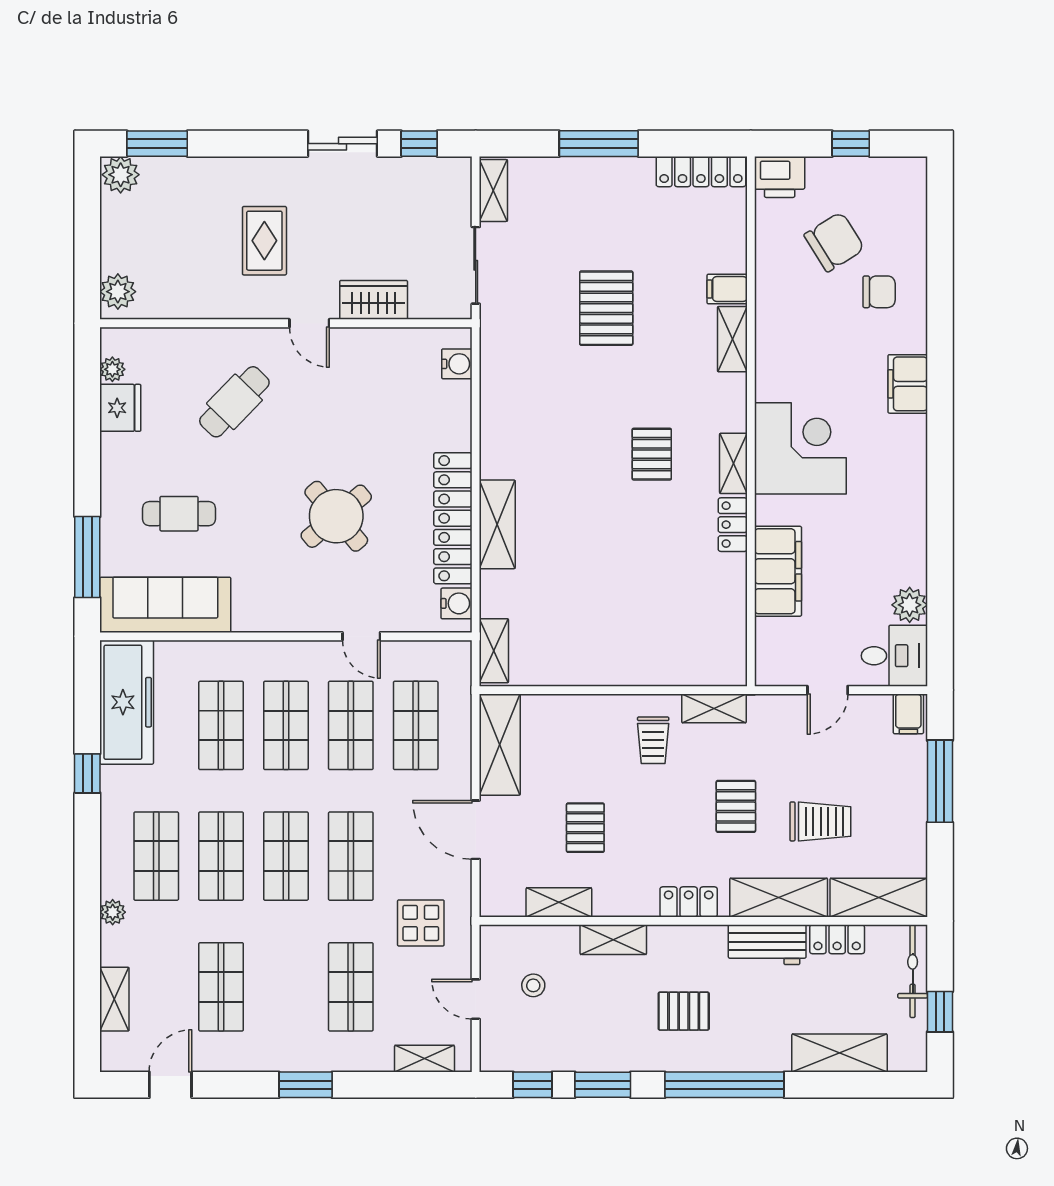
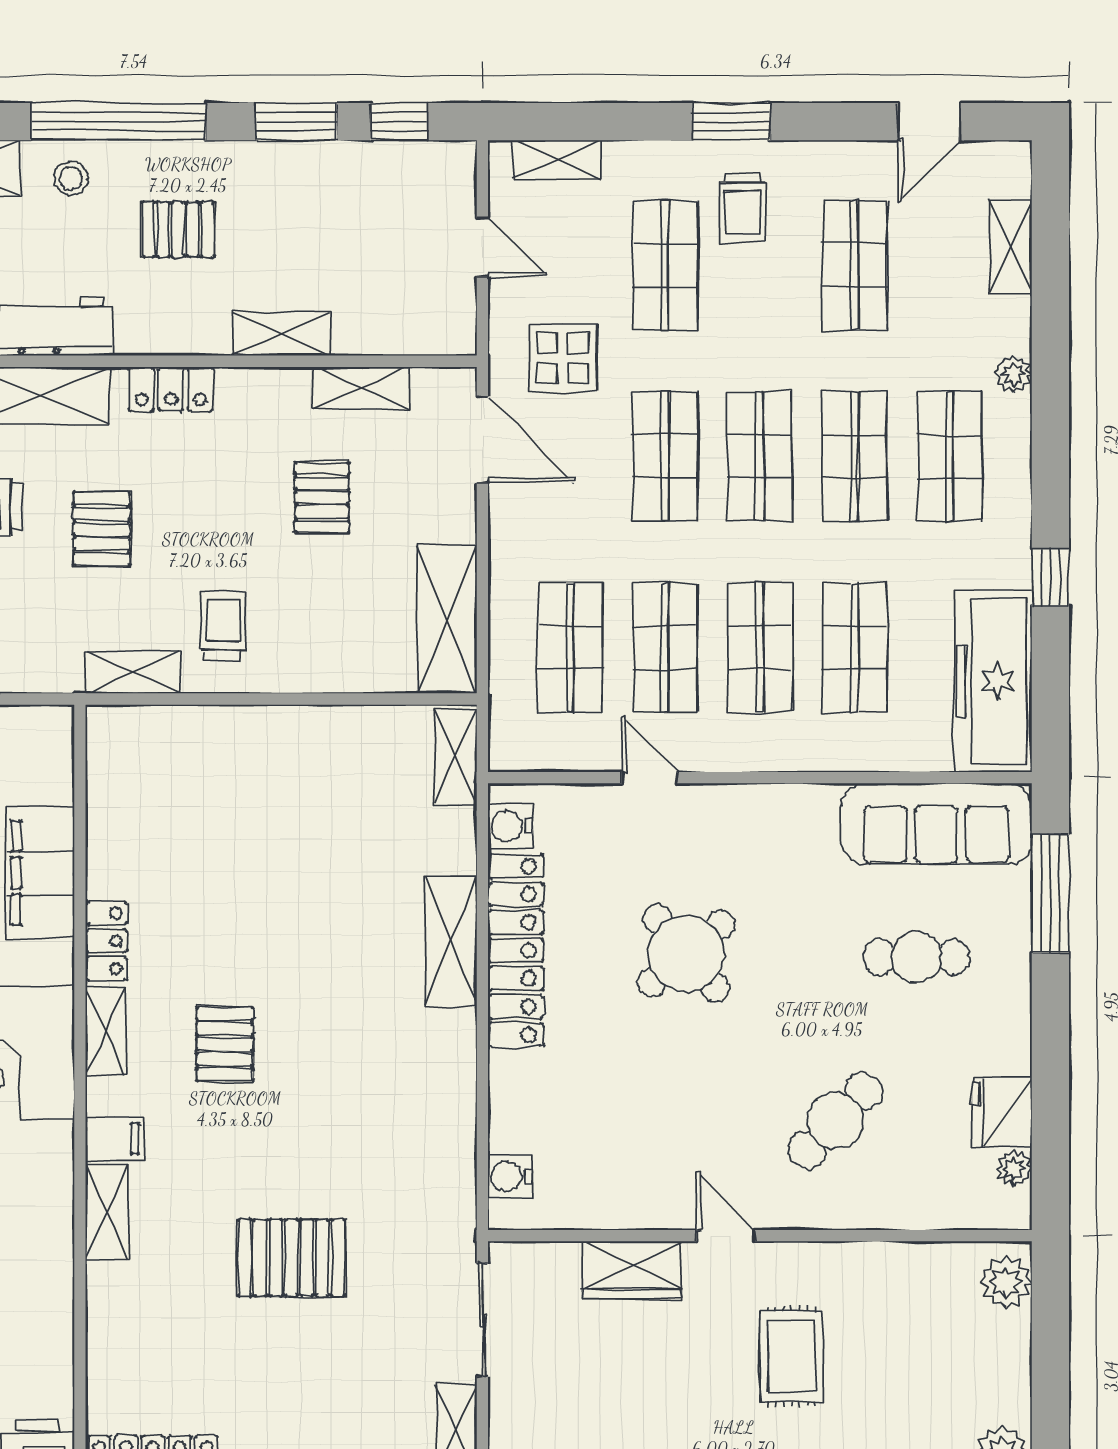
filing cabinet: (727, 289) -> (115, 1139), moved
pallet: (606, 308) -> (291, 1258), turned 90
door: (476, 830) -> (482, 439), moved
stool: (533, 985) -> (71, 178), moved
trolley: (298, 1026) -> (742, 208), added

